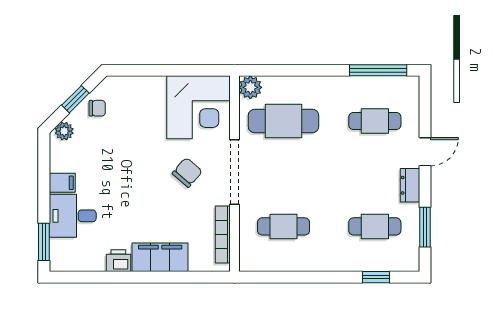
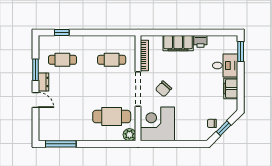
cafe table: (375, 121) -> (62, 117), removed
plant: (64, 131) -> (230, 111), removed
door: (425, 152) -> (35, 100), swing flipped
filing cabinet: (62, 183) -> (231, 88), width x2.00
window: (425, 227) -> (35, 70), moved

